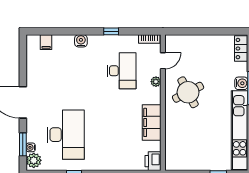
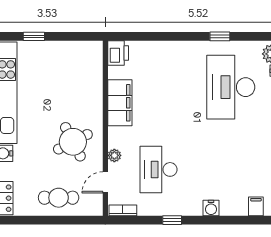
cafe table: (199, 49) -> (59, 198), added

